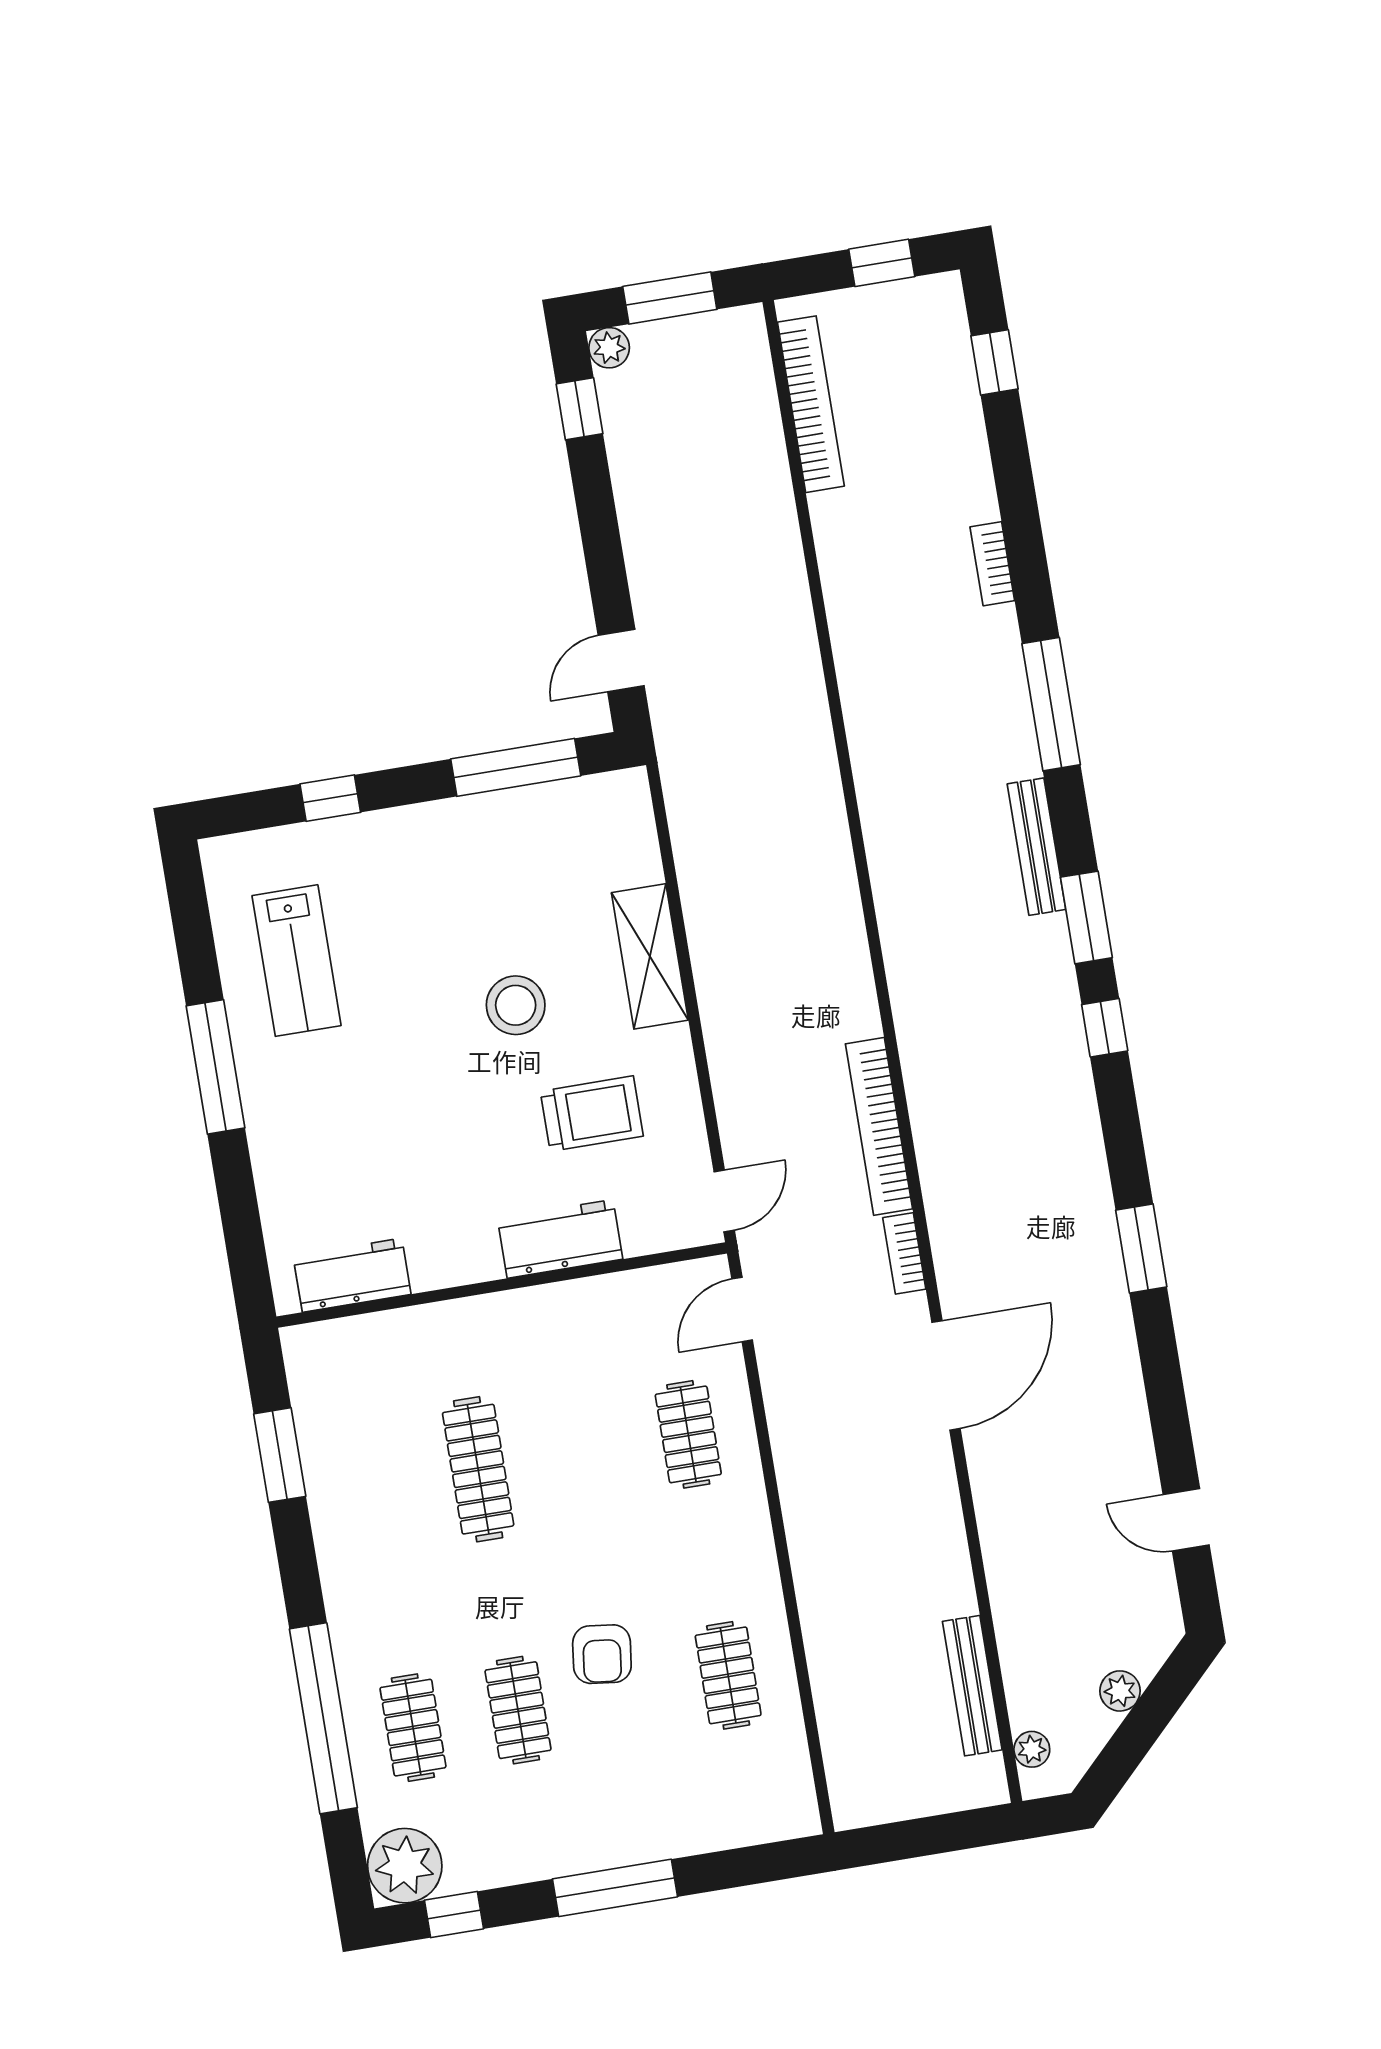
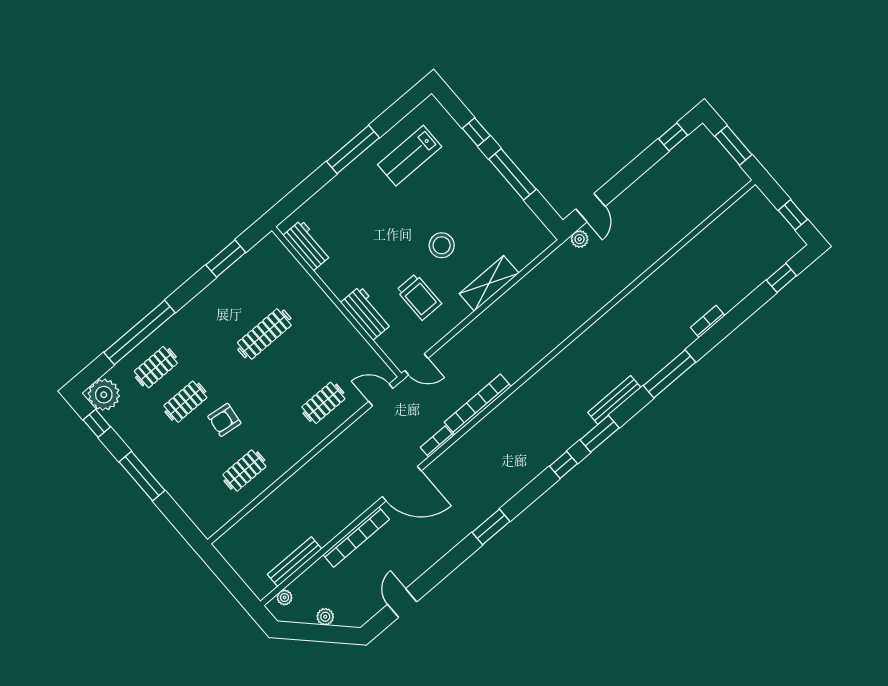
plant: (609, 348) -> (580, 239), moved
bookcase: (811, 404) -> (356, 537), moved
door: (621, 661) -> (591, 208), swing flipped
window: (516, 767) -> (512, 174), moved

